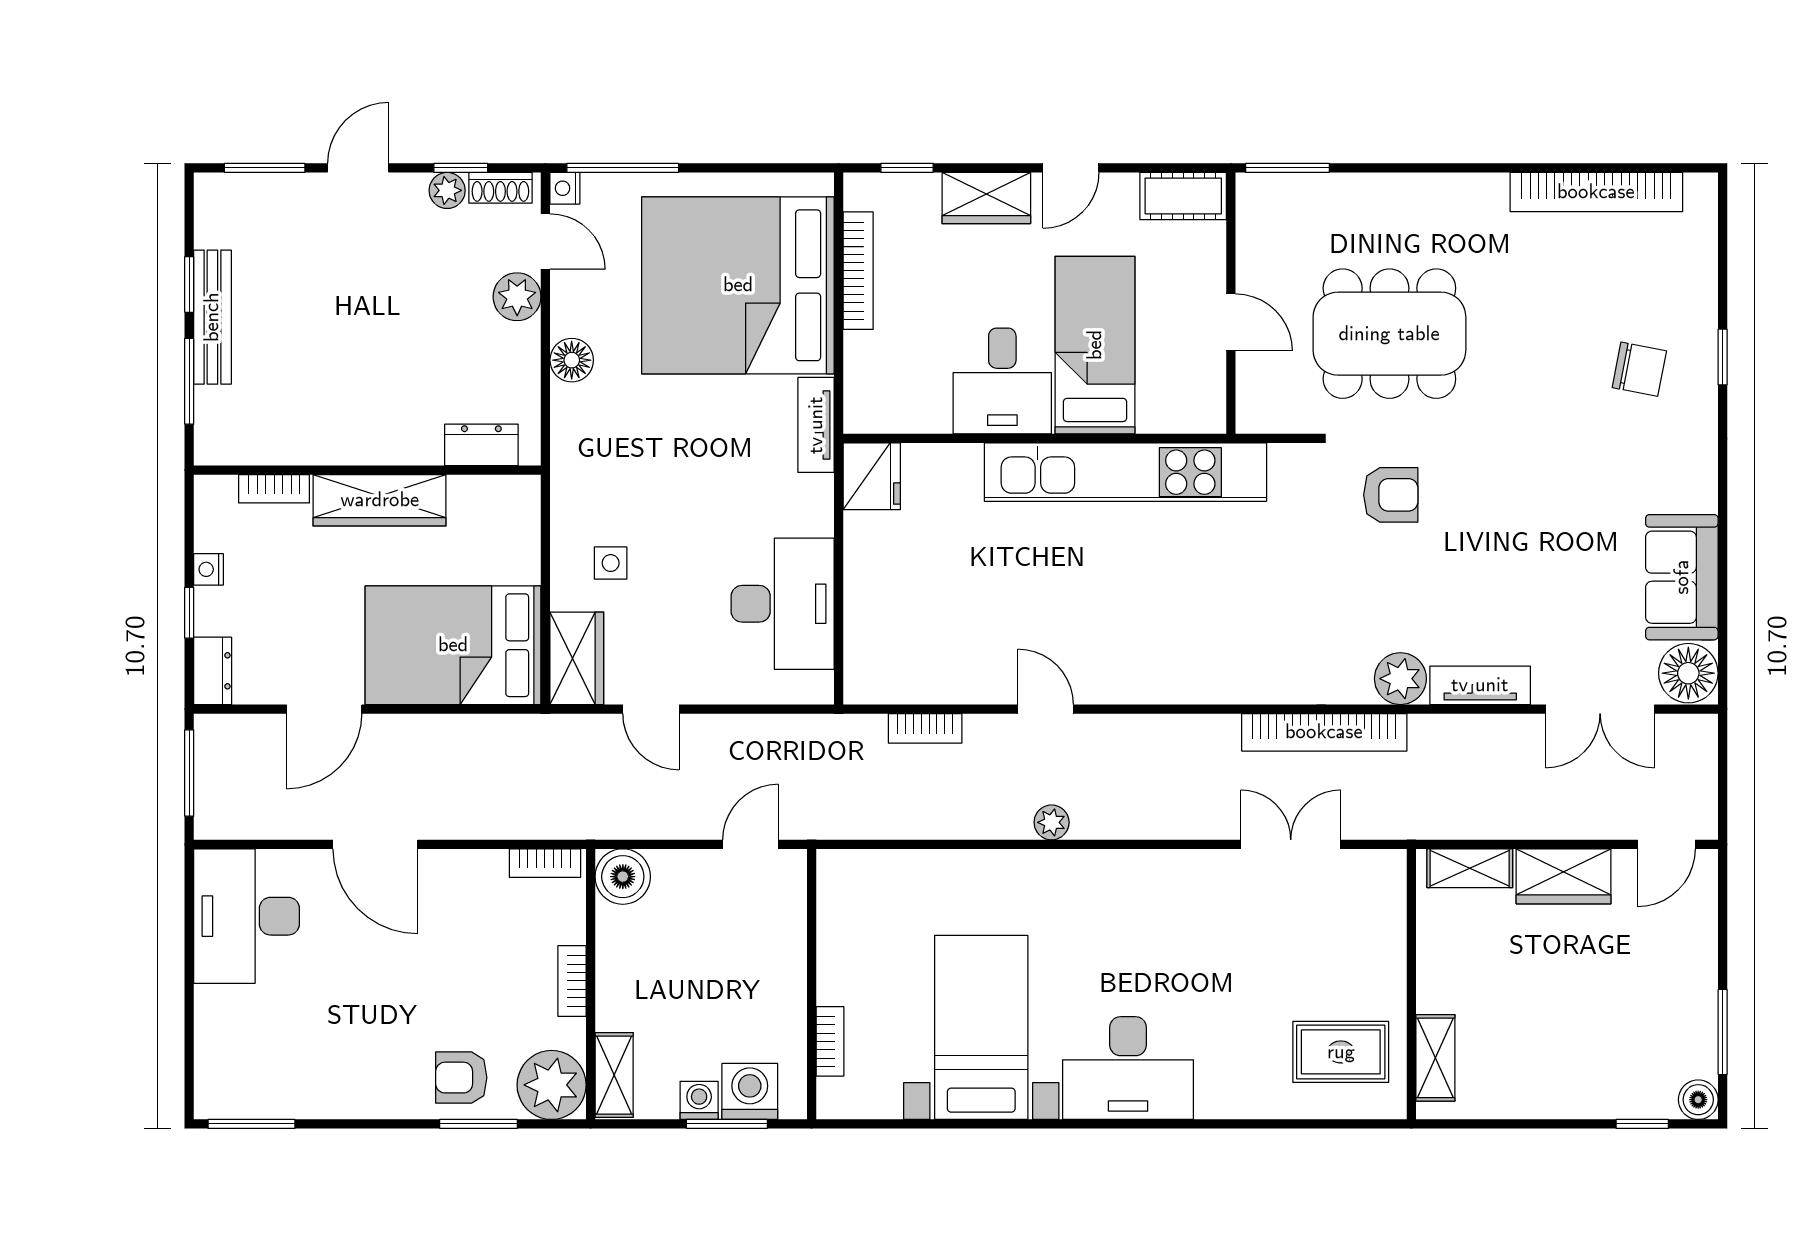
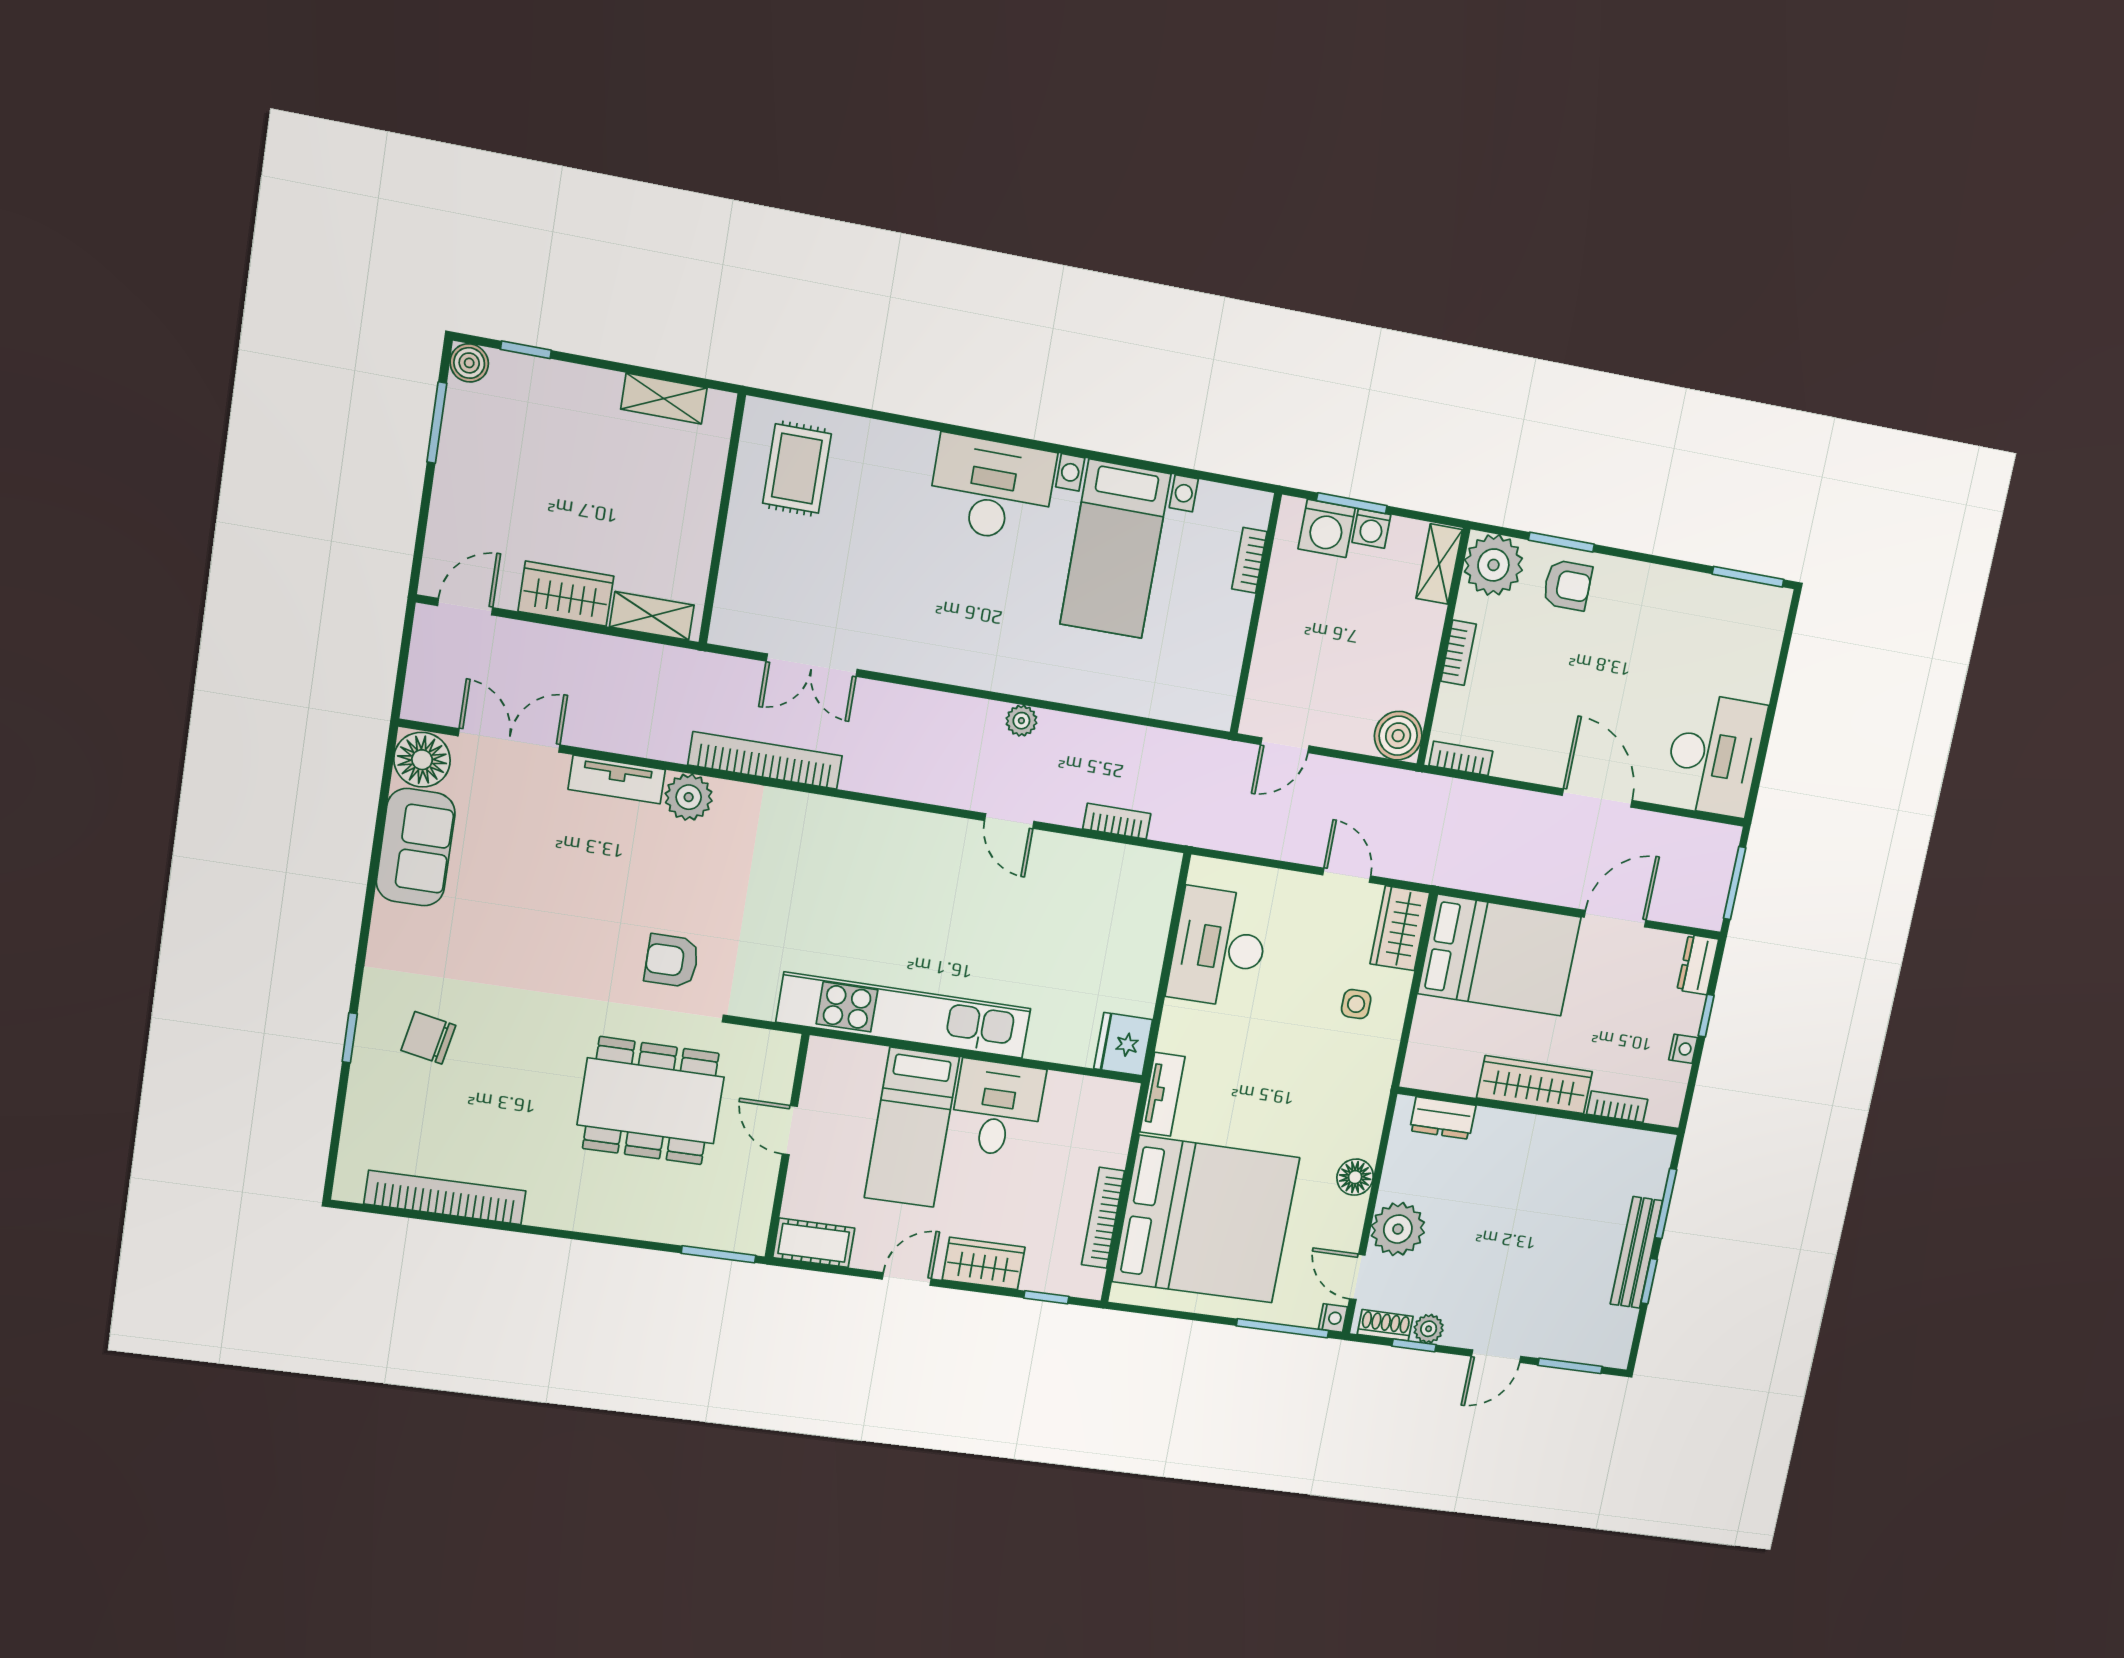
plant: (517, 297) -> (1398, 1229), width x1.36, depth x1.36
rug: (1341, 1052) -> (797, 469), turned 90
shelving: (1435, 1058) -> (664, 398), moved, turned 90

